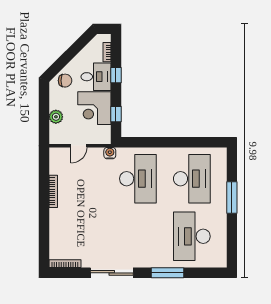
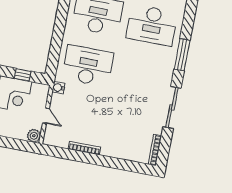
plant: (56, 117) -> (34, 136), moved

